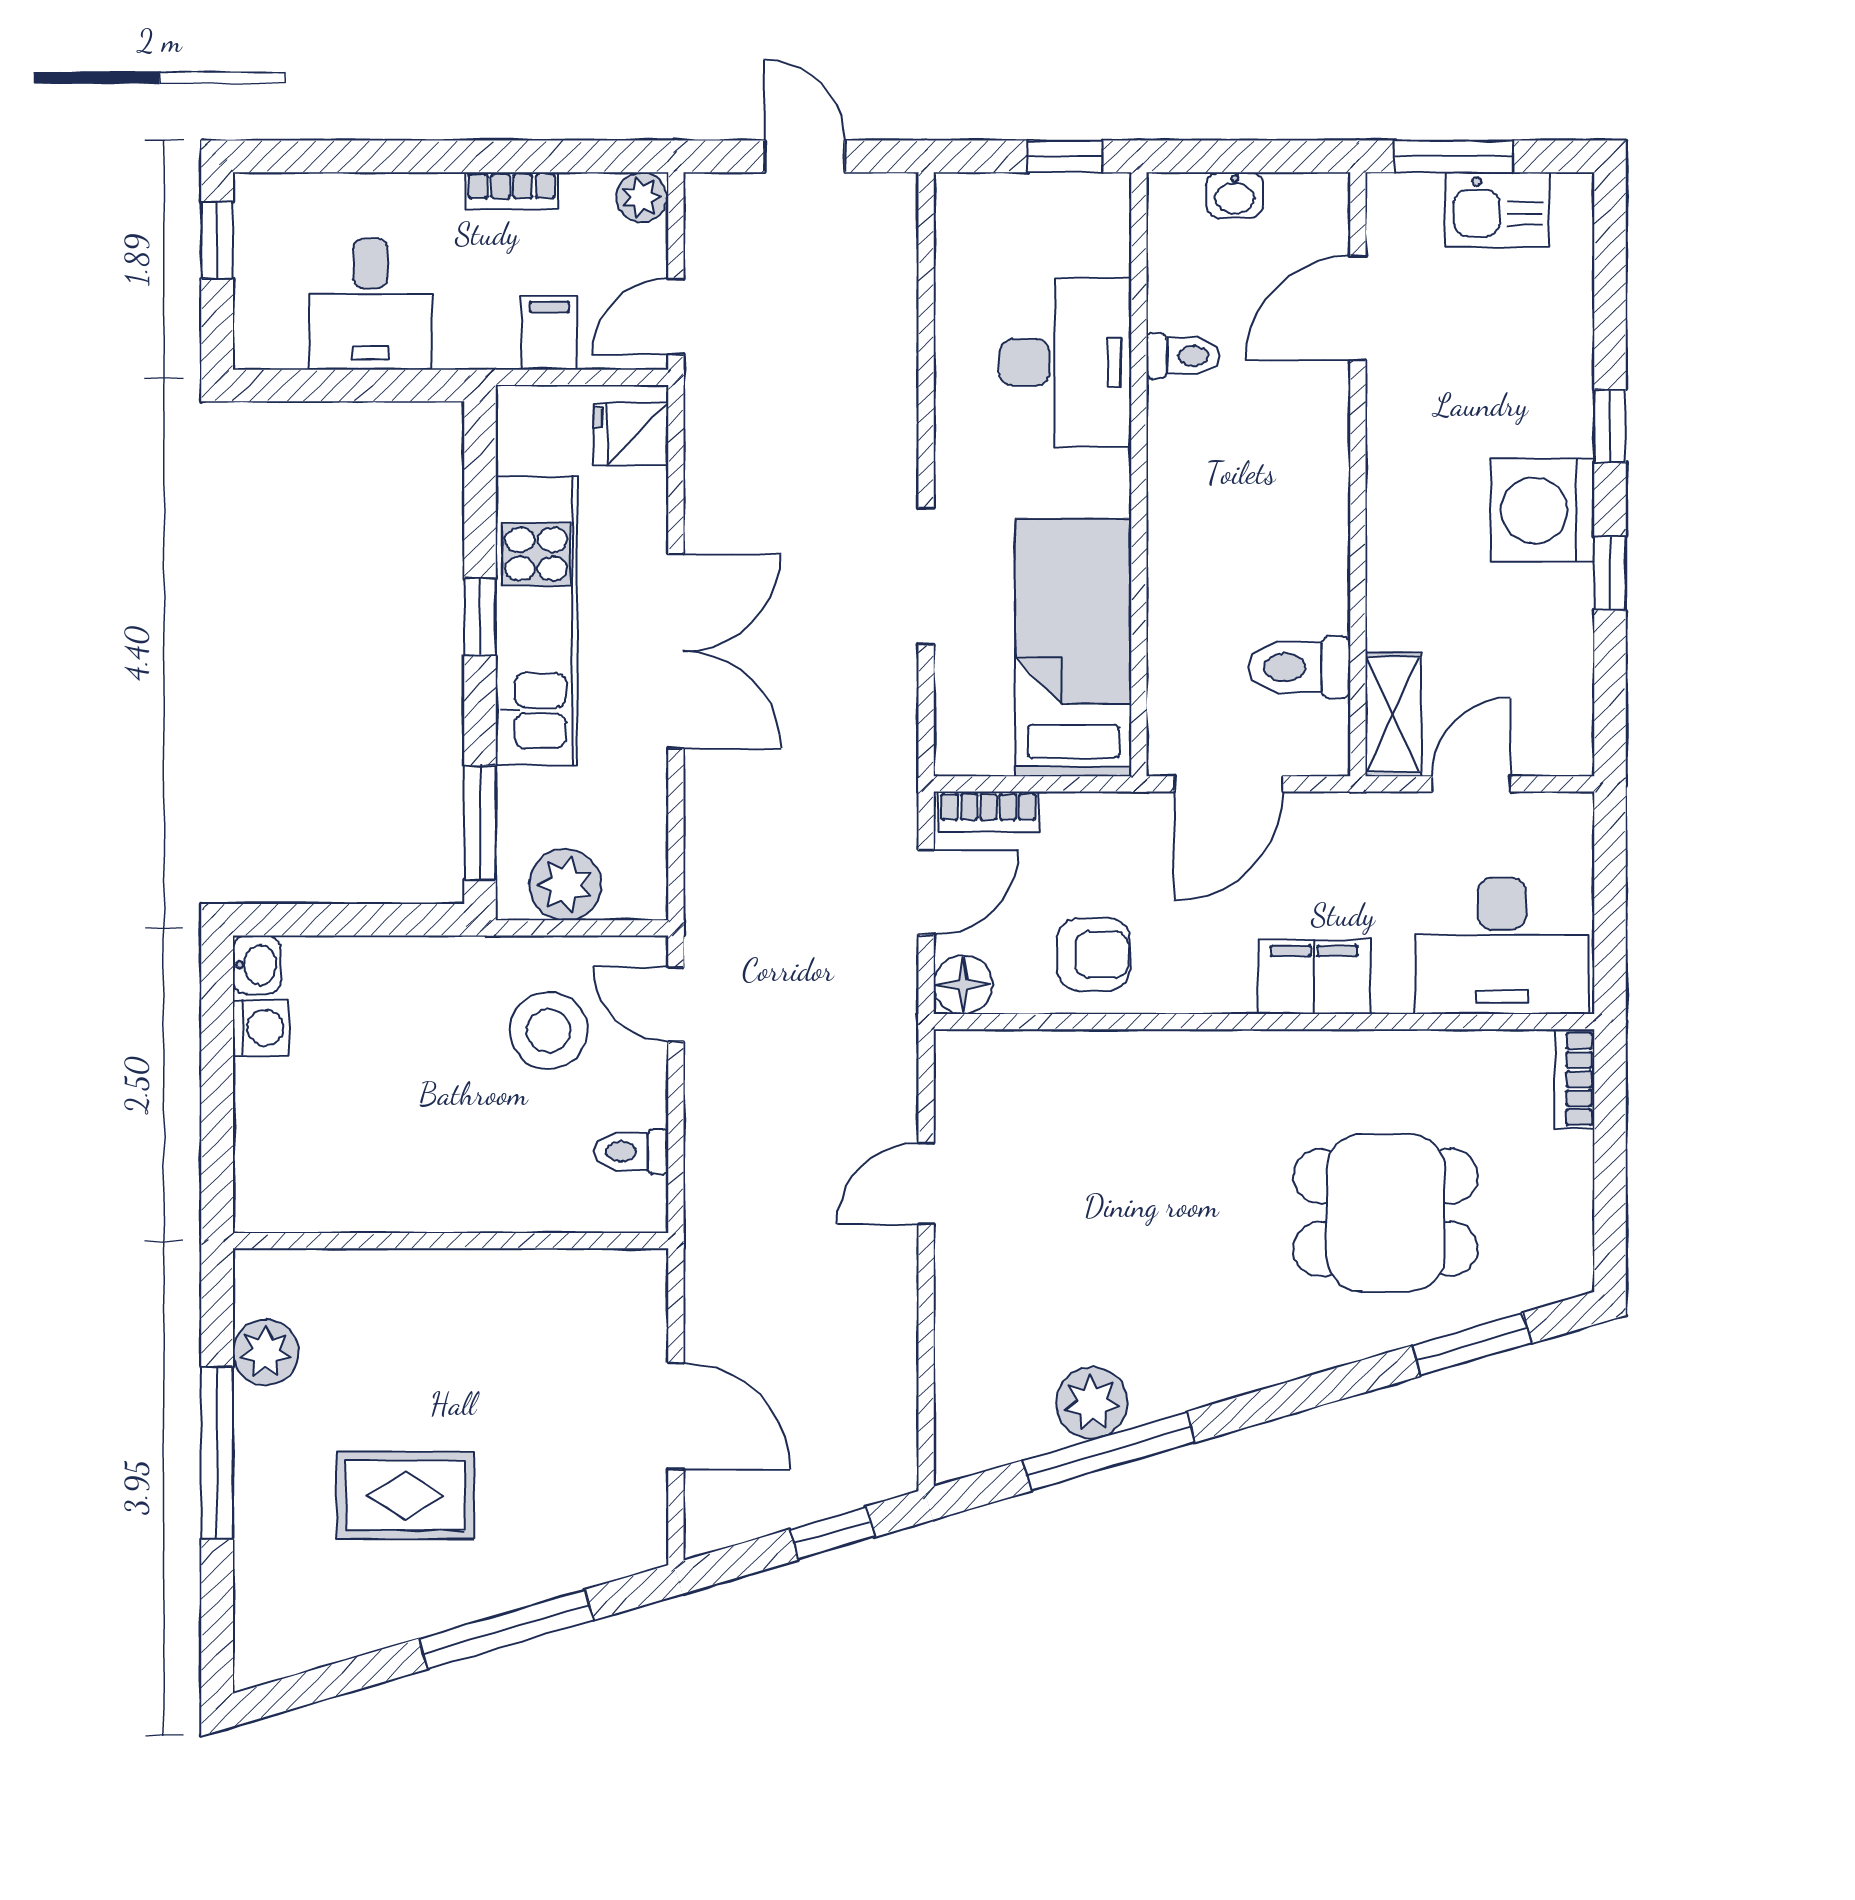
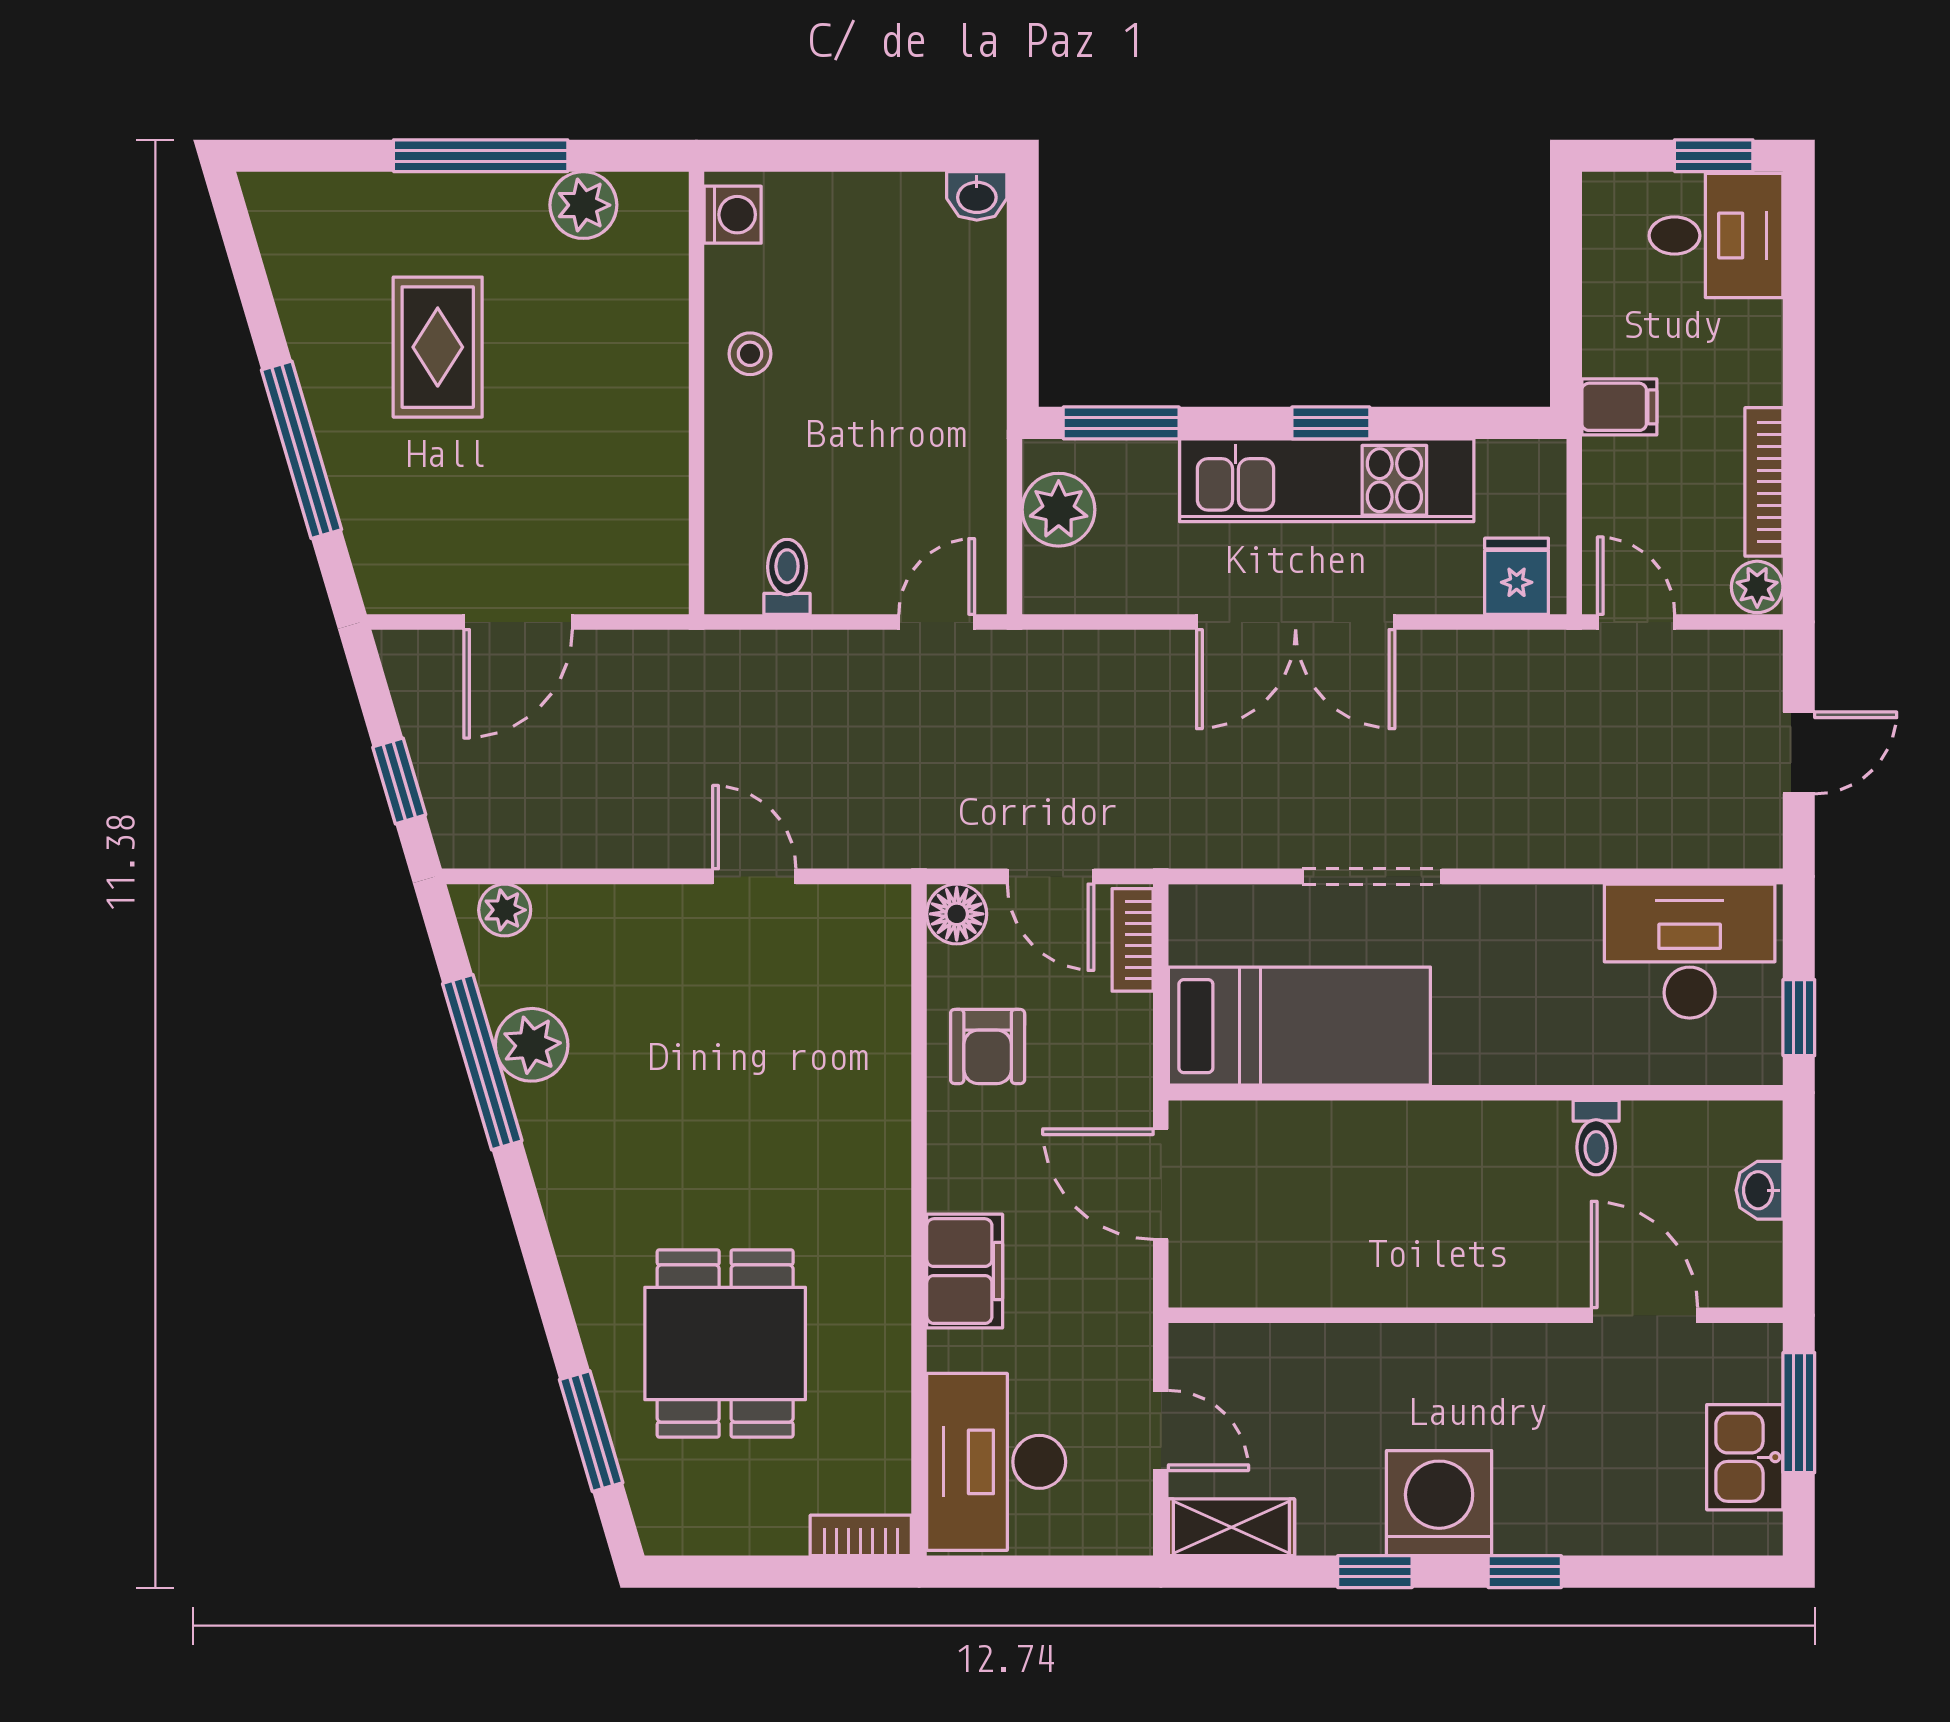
bookcase: (512, 191) -> (1764, 482), width x1.56
desk: (371, 304) -> (1716, 236), moved, turned 180
filing cabinet: (549, 333) -> (1619, 407), moved
desk: (1065, 362) -> (1690, 951), moved, turned 180
toilet: (1299, 667) -> (1279, 1256), removed
shelving: (1393, 714) -> (1231, 1527), moved
washing machine: (261, 1028) -> (733, 215), moved, turned -90
stool: (549, 1031) -> (750, 354), moved, width x0.53, depth x0.53
plant: (959, 1429) -> (505, 910), added

